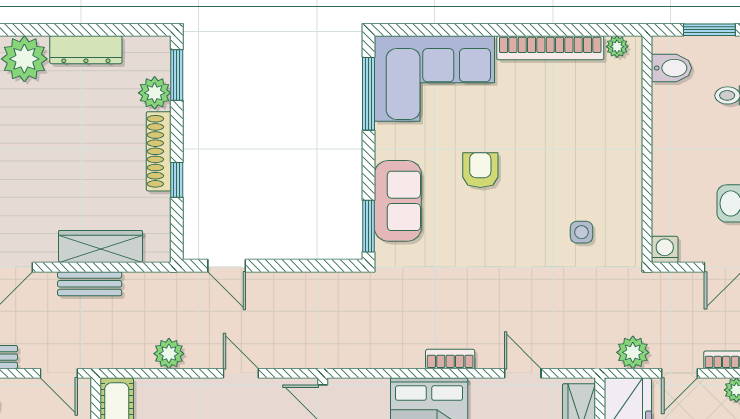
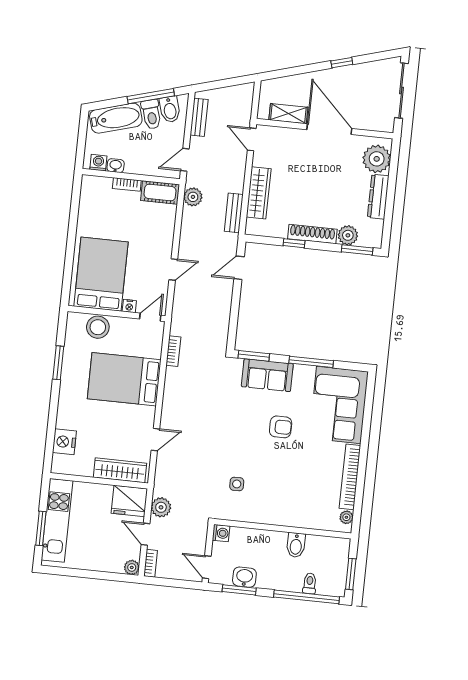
bidet: (672, 68) -> (296, 545), moved
window: (368, 94) -> (311, 362), moved
bench: (90, 284) -> (234, 213), moved
plant: (169, 354) -> (193, 197), moved
bookcase: (450, 359) -> (173, 351), moved

